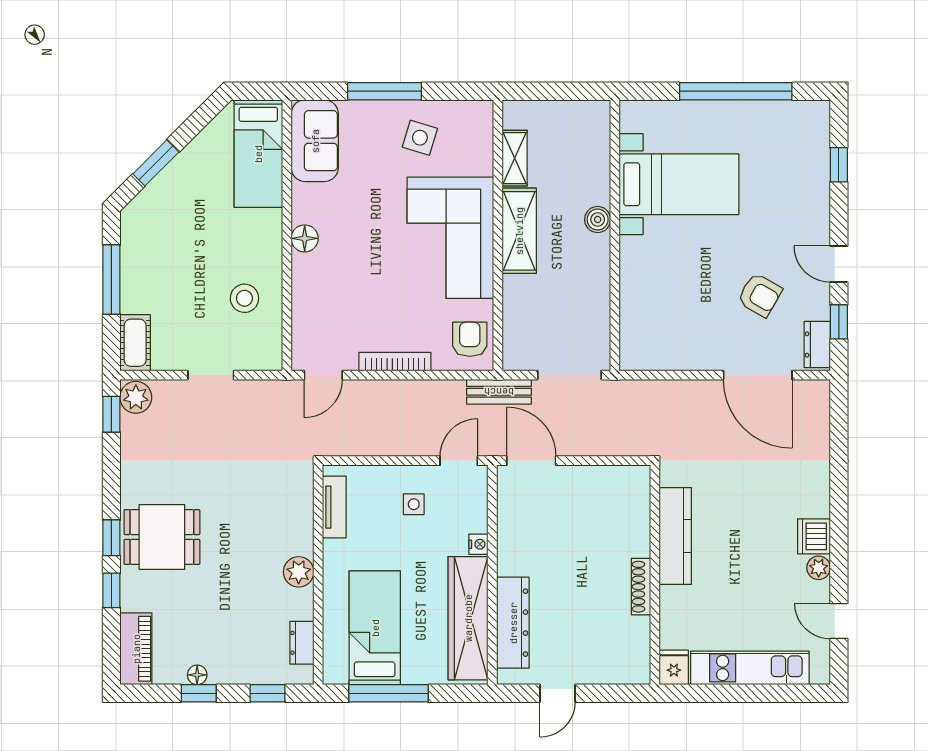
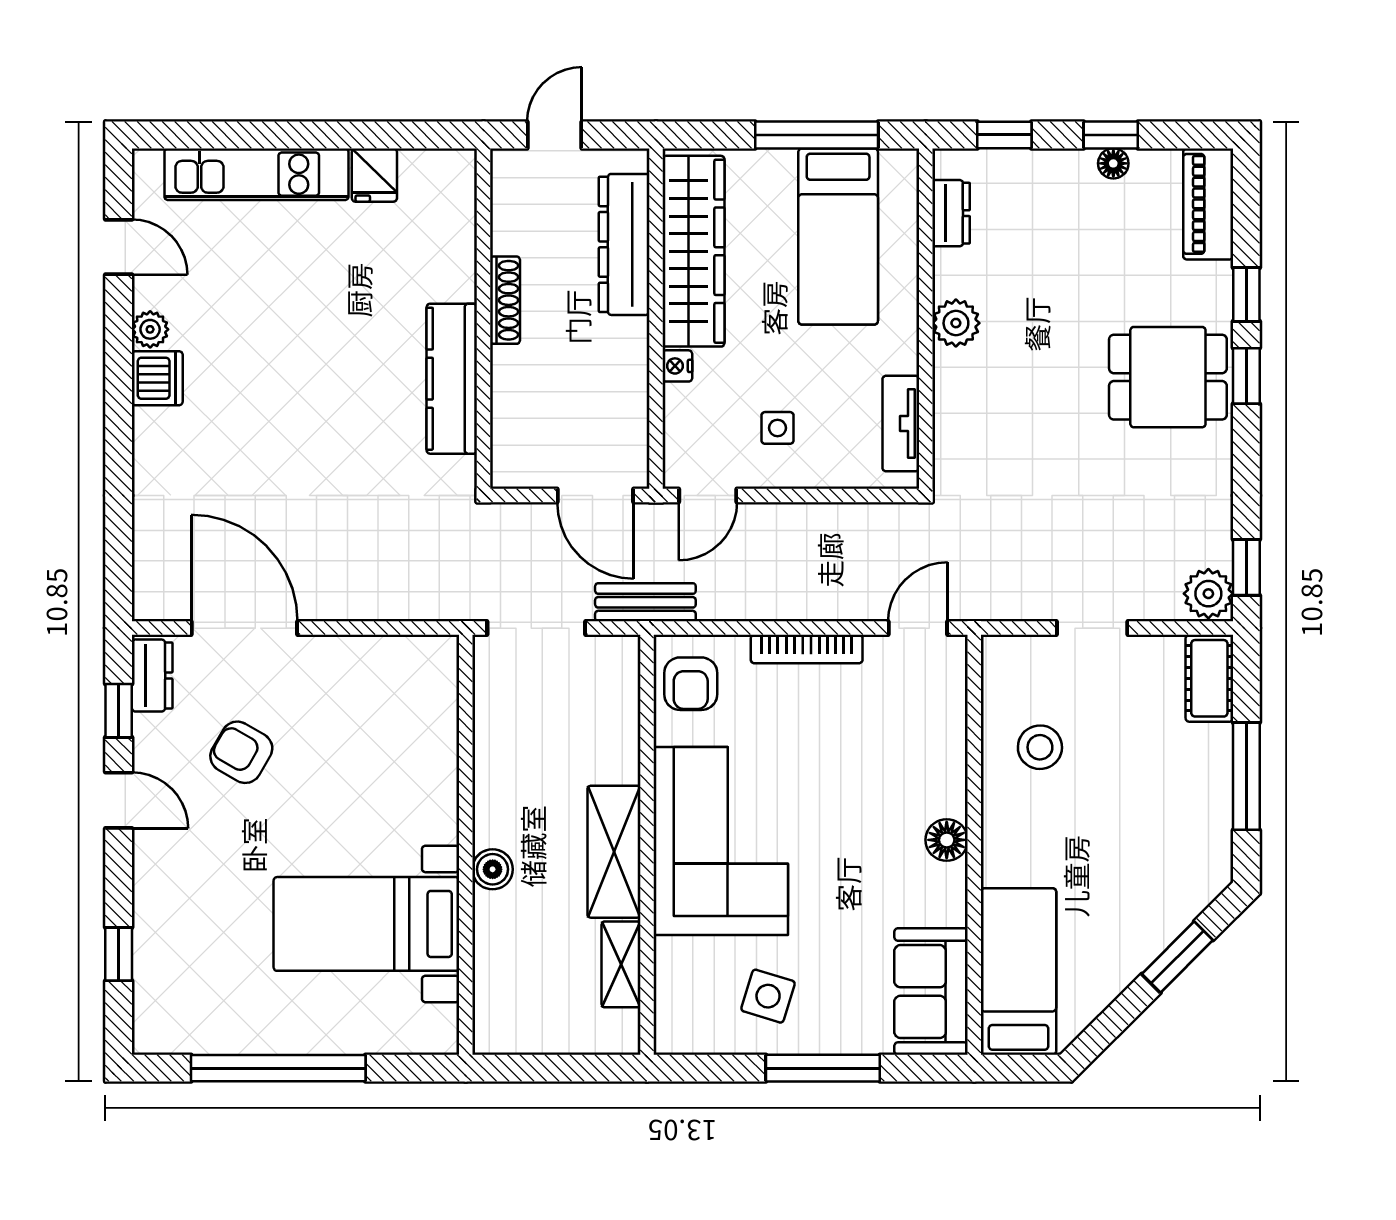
kitchen counter: (675, 536) -> (452, 379), moved
wall: (655, 575) -> (483, 319), moved
shoe rack: (641, 587) -> (505, 300), moved

